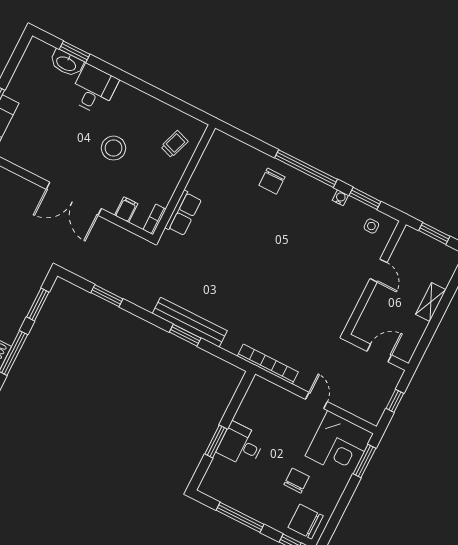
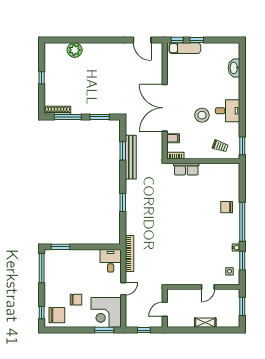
window: (75, 52) -> (242, 146), moved
desk: (94, 89) -> (228, 111), moved
double door: (74, 199) -> (165, 108), width x1.36
bench: (190, 322) -> (131, 157), moved
door: (379, 353) -> (165, 309), swing flipped
window: (216, 441) -> (61, 247), moved
desk: (241, 445) -> (111, 261), moved
window: (240, 517) -> (42, 268), moved
chair: (306, 522) -> (57, 315), turned 90

